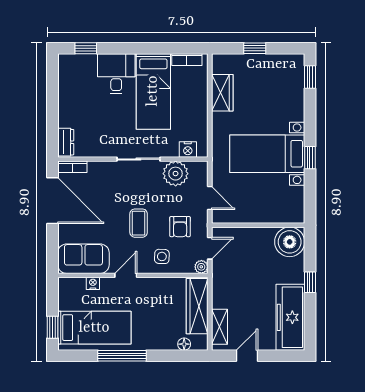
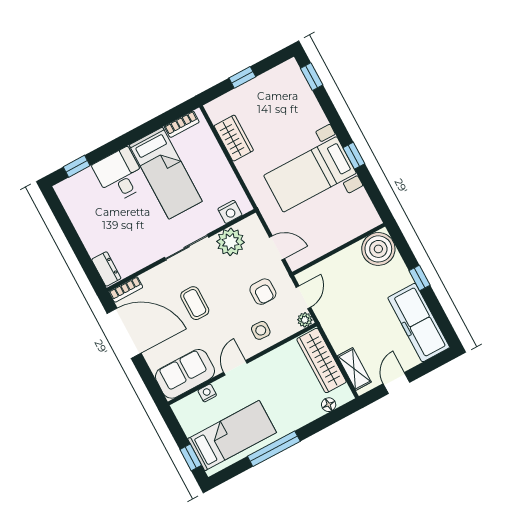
coffee table: (139, 223) -> (195, 303), moved

